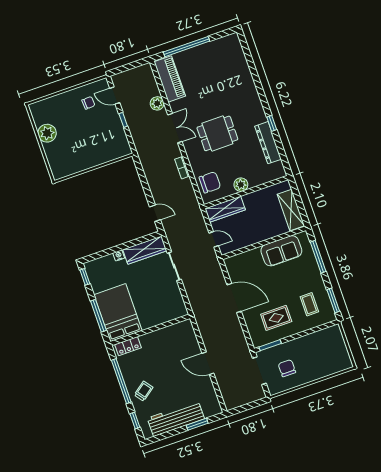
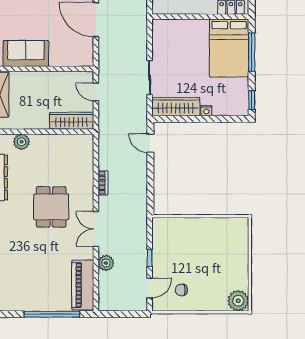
door: (115, 95) -> (150, 288), hinge flipped
plant: (47, 133) -> (238, 301), moved
dining table: (217, 133) -> (51, 207), turned 90
chair: (210, 182) -> (78, 156), removed
plant: (241, 185) -> (22, 142), moved

